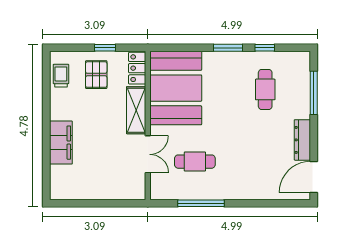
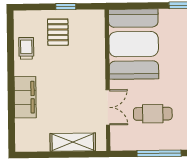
locker: (137, 68) -> (97, 26), removed
trolley: (61, 76) -> (26, 48), moved
shelving: (136, 110) -> (73, 142), moved, turned 90

